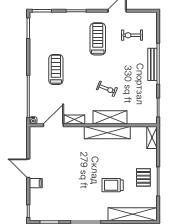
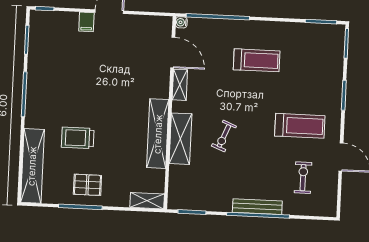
trolley: (113, 185) -> (78, 138), turned -90

